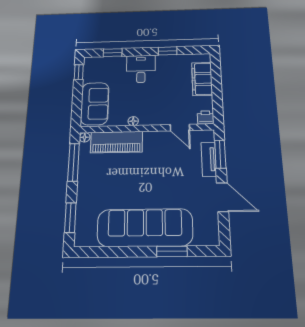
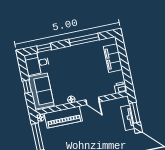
window: (168, 51) -> (84, 40), width x2.17
desk: (141, 69) -> (37, 63), moved, turned -90
window: (79, 72) -> (27, 87), moved
door: (180, 128) -> (93, 101), moved

